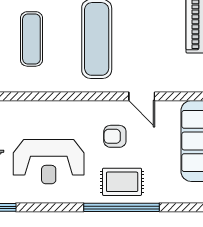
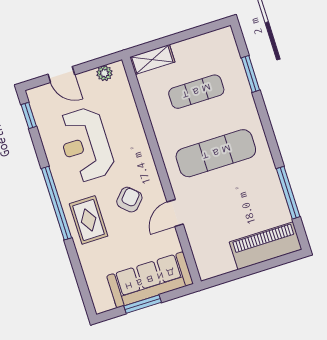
armchair: (115, 136) -> (129, 200), turned 43
window: (122, 207) -> (57, 203), moved

